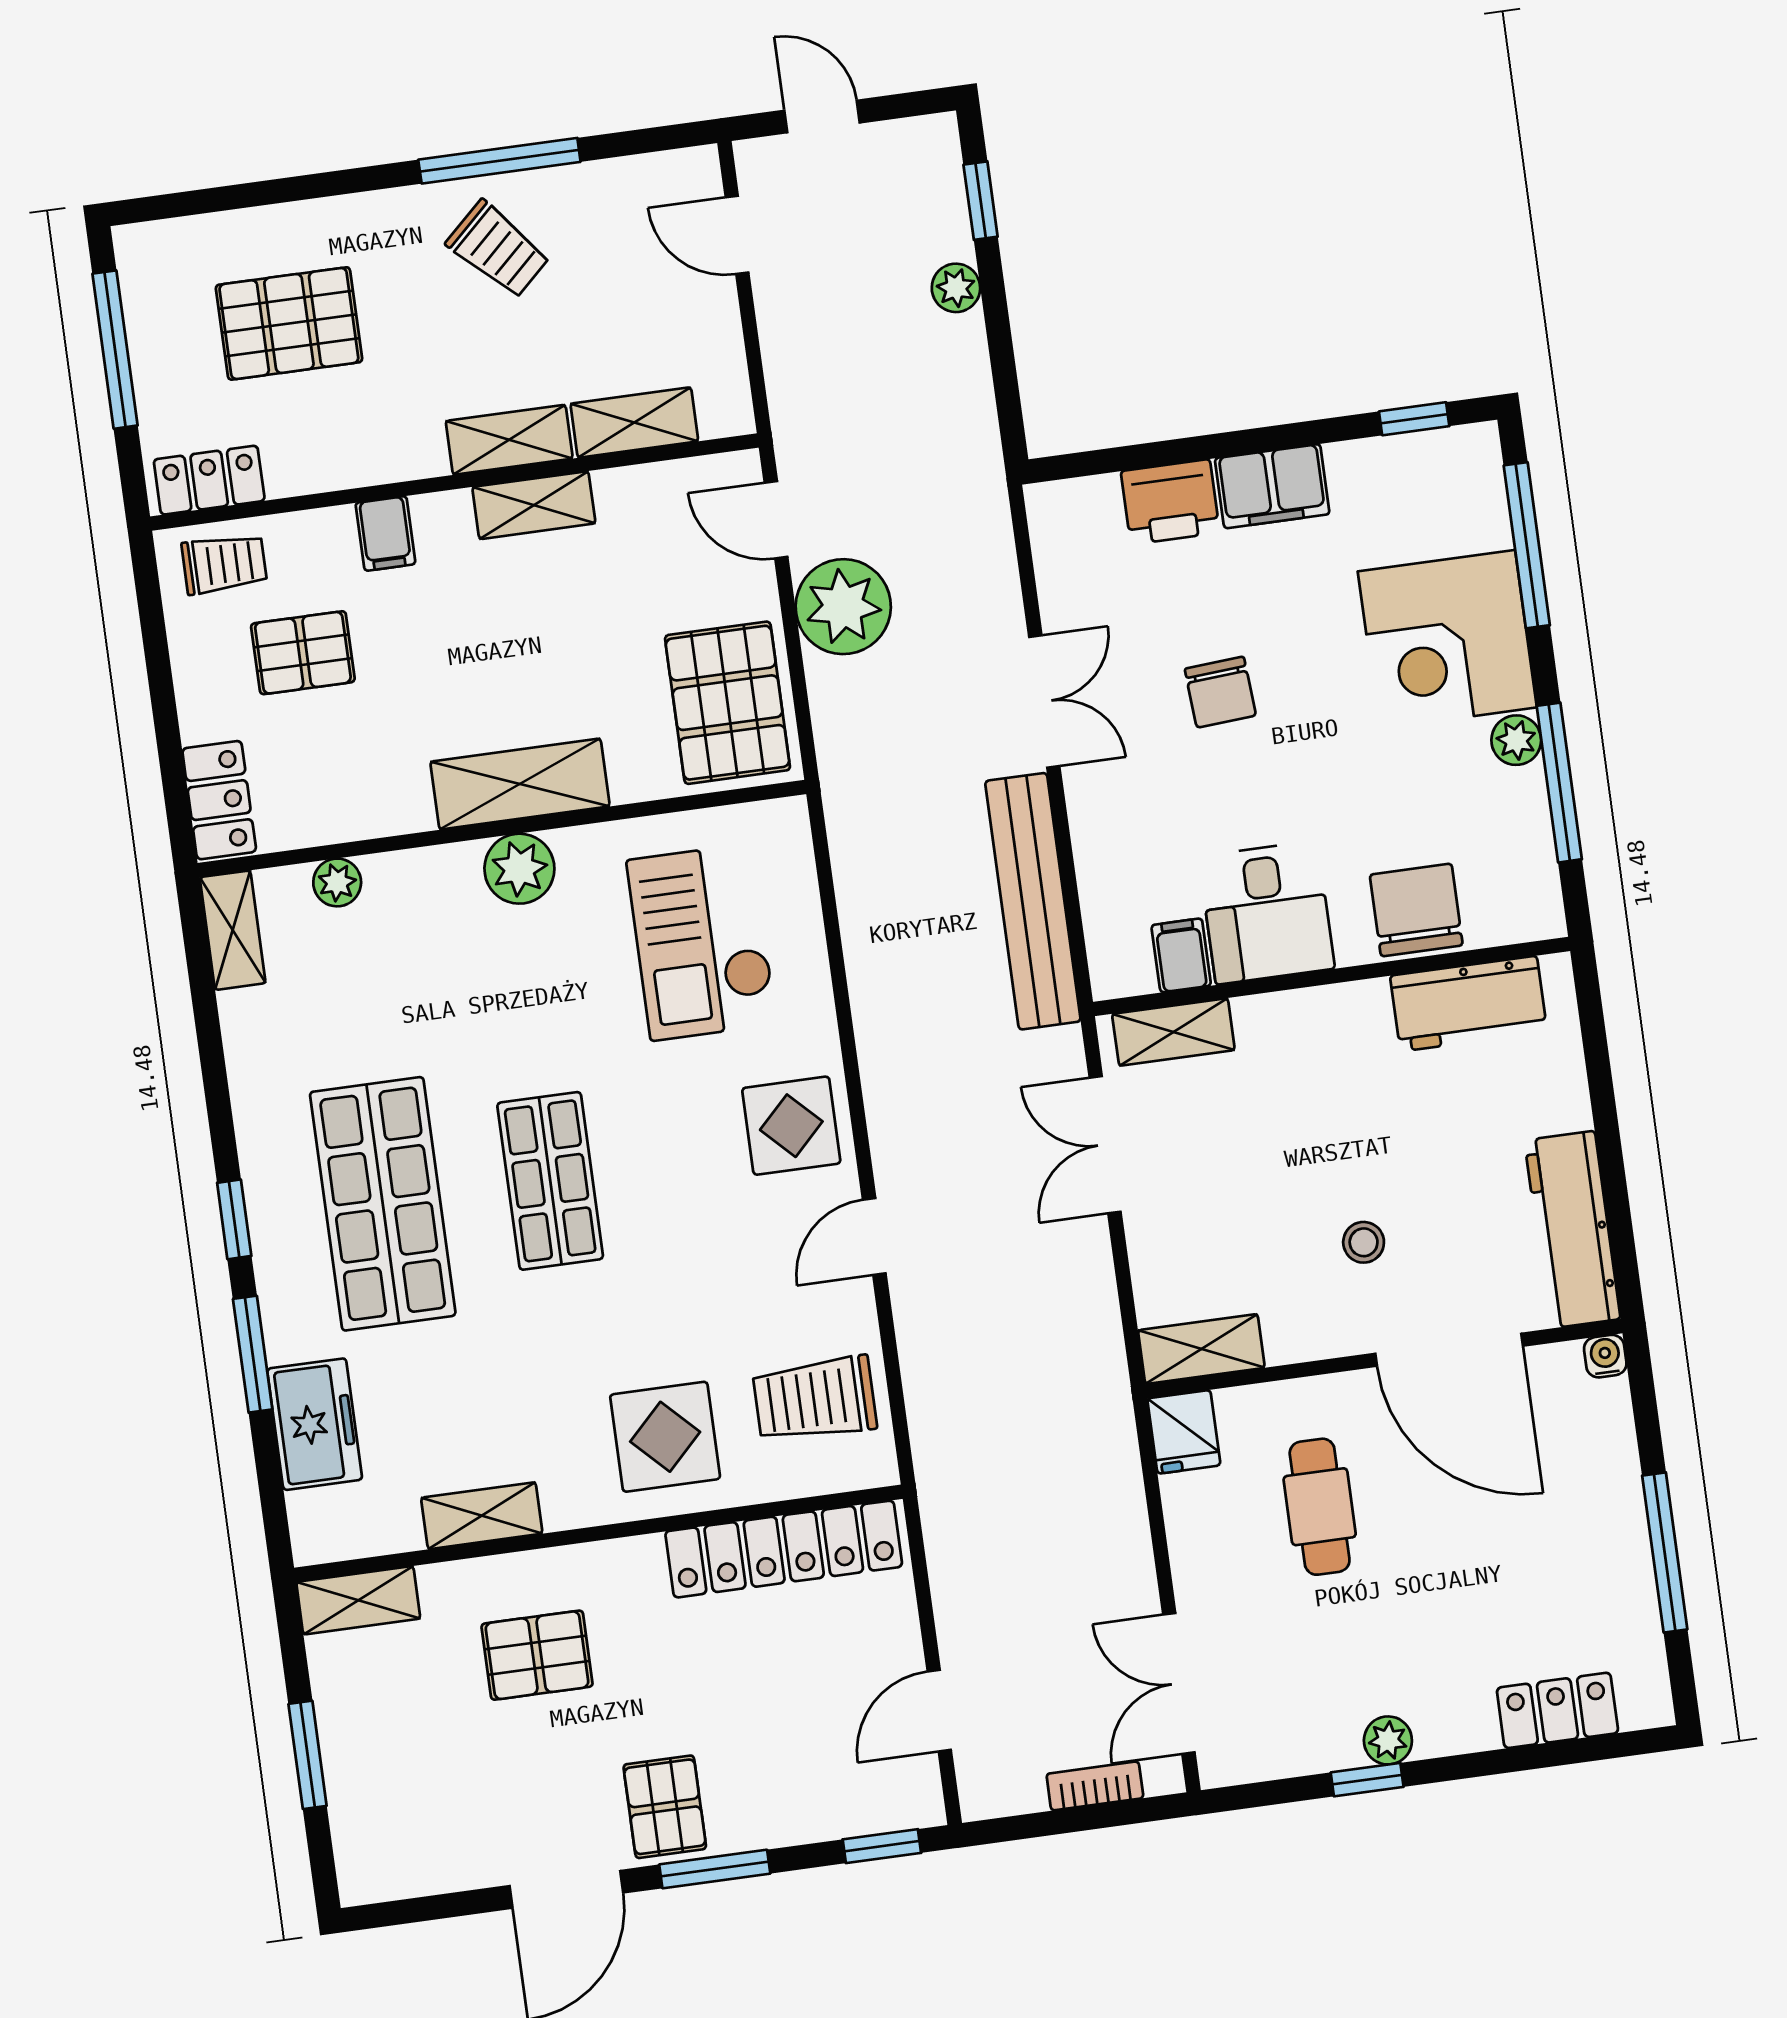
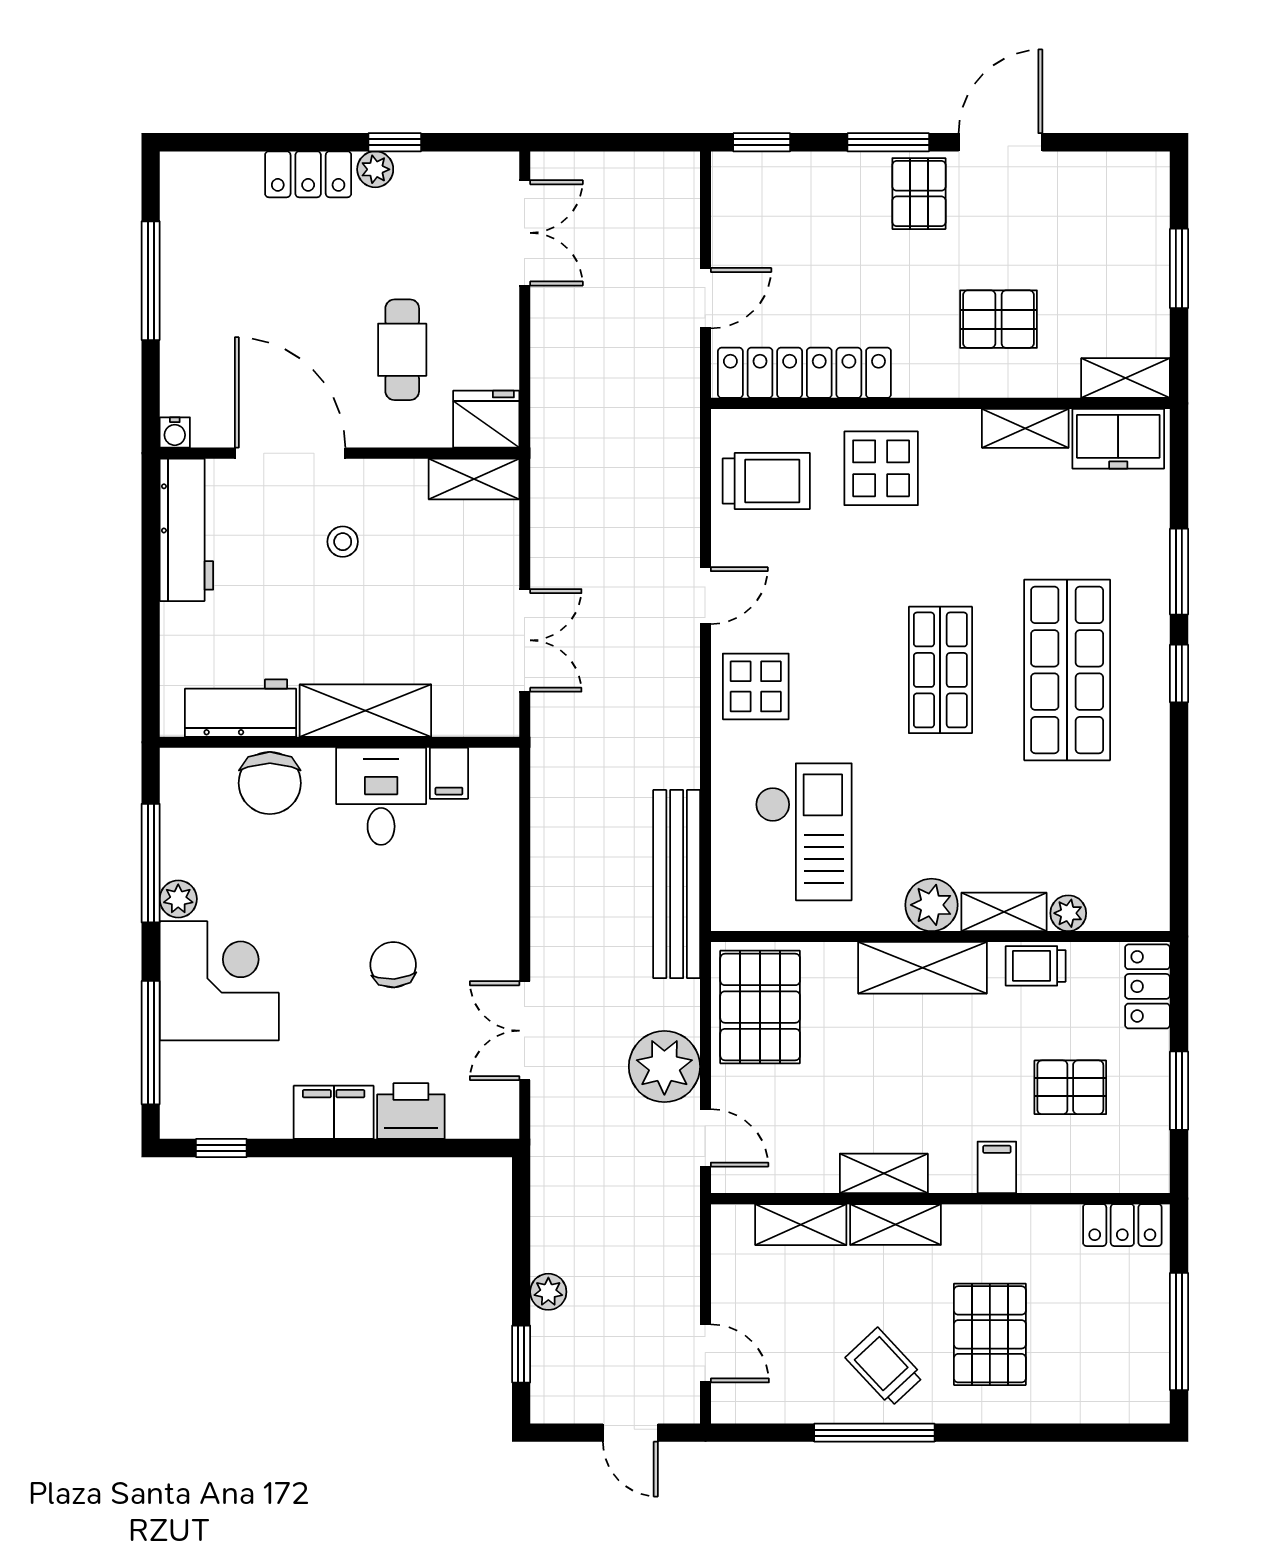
pallet: (289, 323) -> (990, 1334), moved, turned 90
trolley: (224, 564) -> (1036, 966), moved
window: (159, 668) -> (1179, 1091), added
double door: (1044, 701) -> (525, 1031), moved
bench: (1033, 901) -> (677, 884), moved
shelving: (233, 930) -> (1004, 912), moved, turned 90
shelving: (1173, 1032) -> (365, 711), moved, width x1.50, depth x1.33
freezer: (315, 1424) -> (1118, 439), moved, turned -90
fridge: (1184, 1432) -> (486, 419), width x1.38
locker: (1557, 1710) -> (308, 174), moved
door: (939, 1711) -> (705, 298), moved
bookcase: (1095, 1786) -> (597, 165), removed

